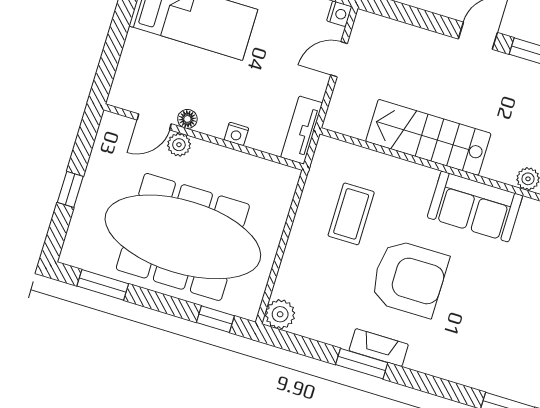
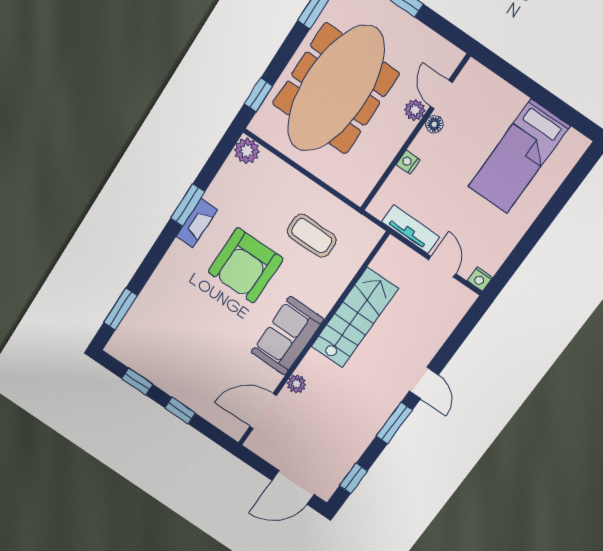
tv unit: (302, 130) -> (411, 229), moved

